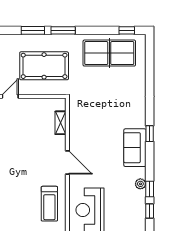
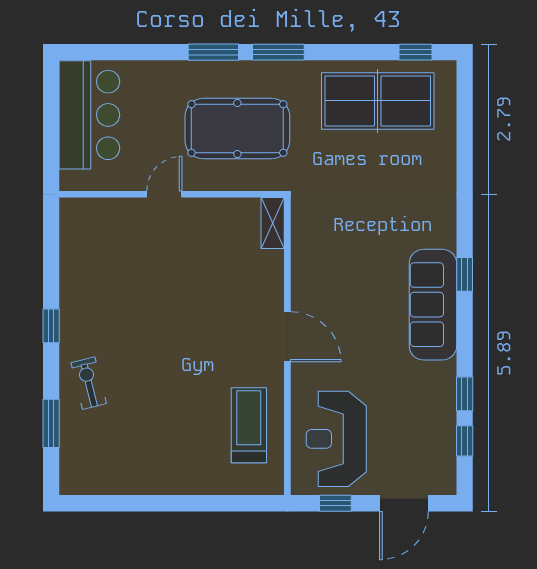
shelving: (60, 123) -> (273, 223), moved
sofa: (135, 148) -> (433, 305), width x1.36
plant: (140, 184) -> (445, 383), removed
treadmill: (49, 204) -> (249, 425), turned 180

